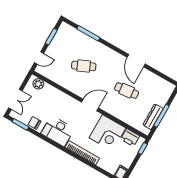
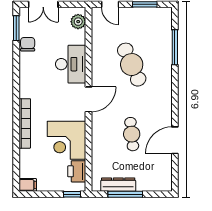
door: (136, 61) -> (175, 140), moved
cafe table: (84, 66) -> (132, 65), width x1.37, depth x1.35
door: (90, 105) -> (88, 99), hinge flipped
desk: (58, 131) -> (71, 64), moved, turned 180

